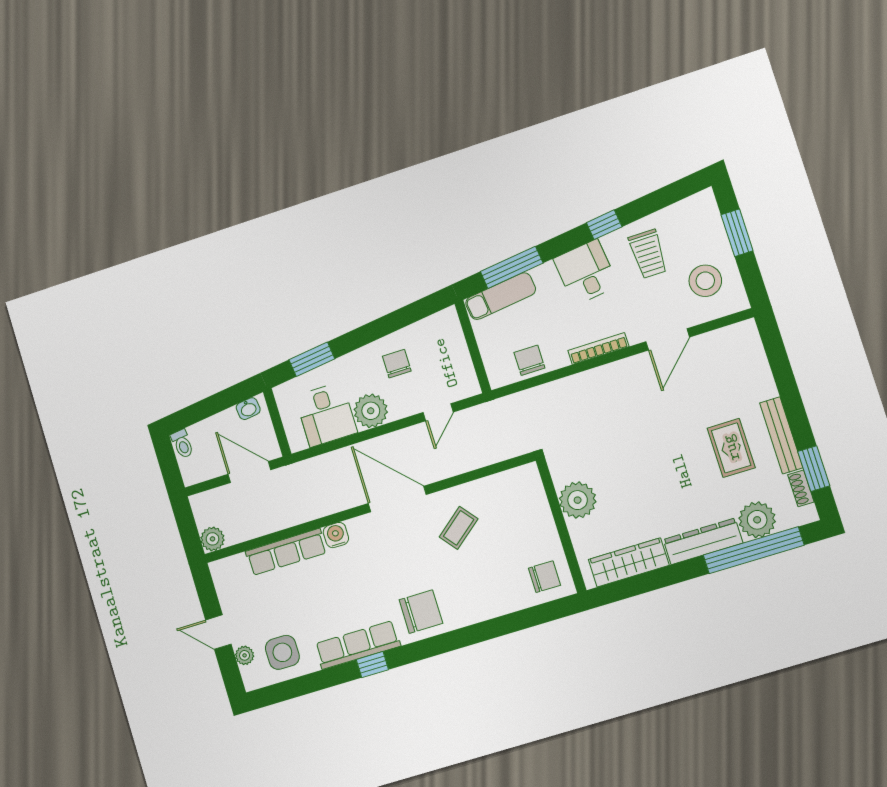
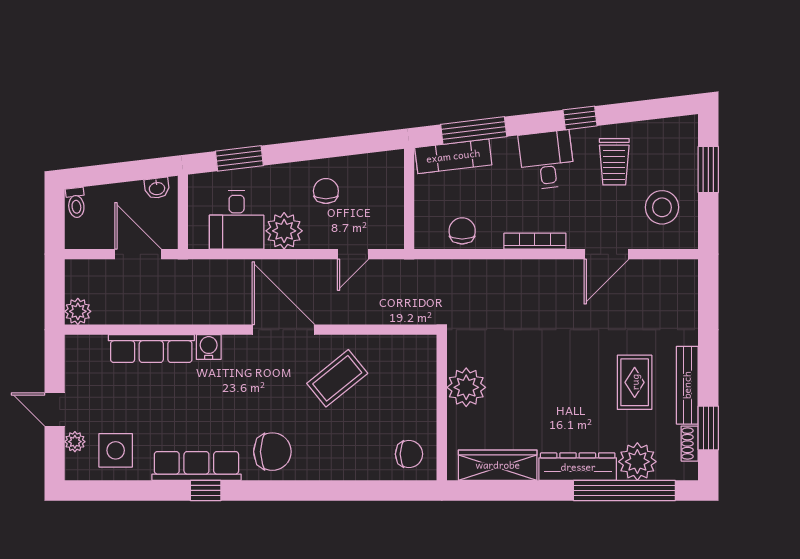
coffee table: (459, 528) -> (337, 378), width x1.36, depth x1.30

